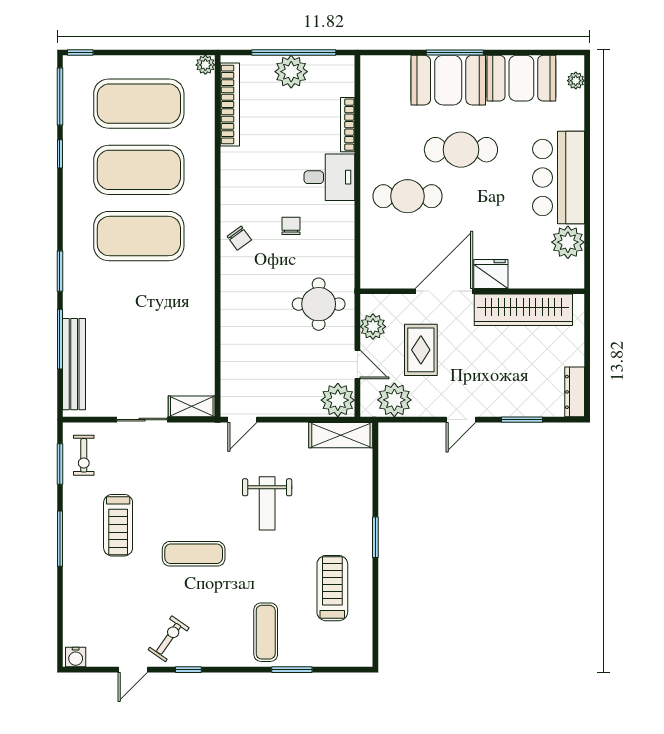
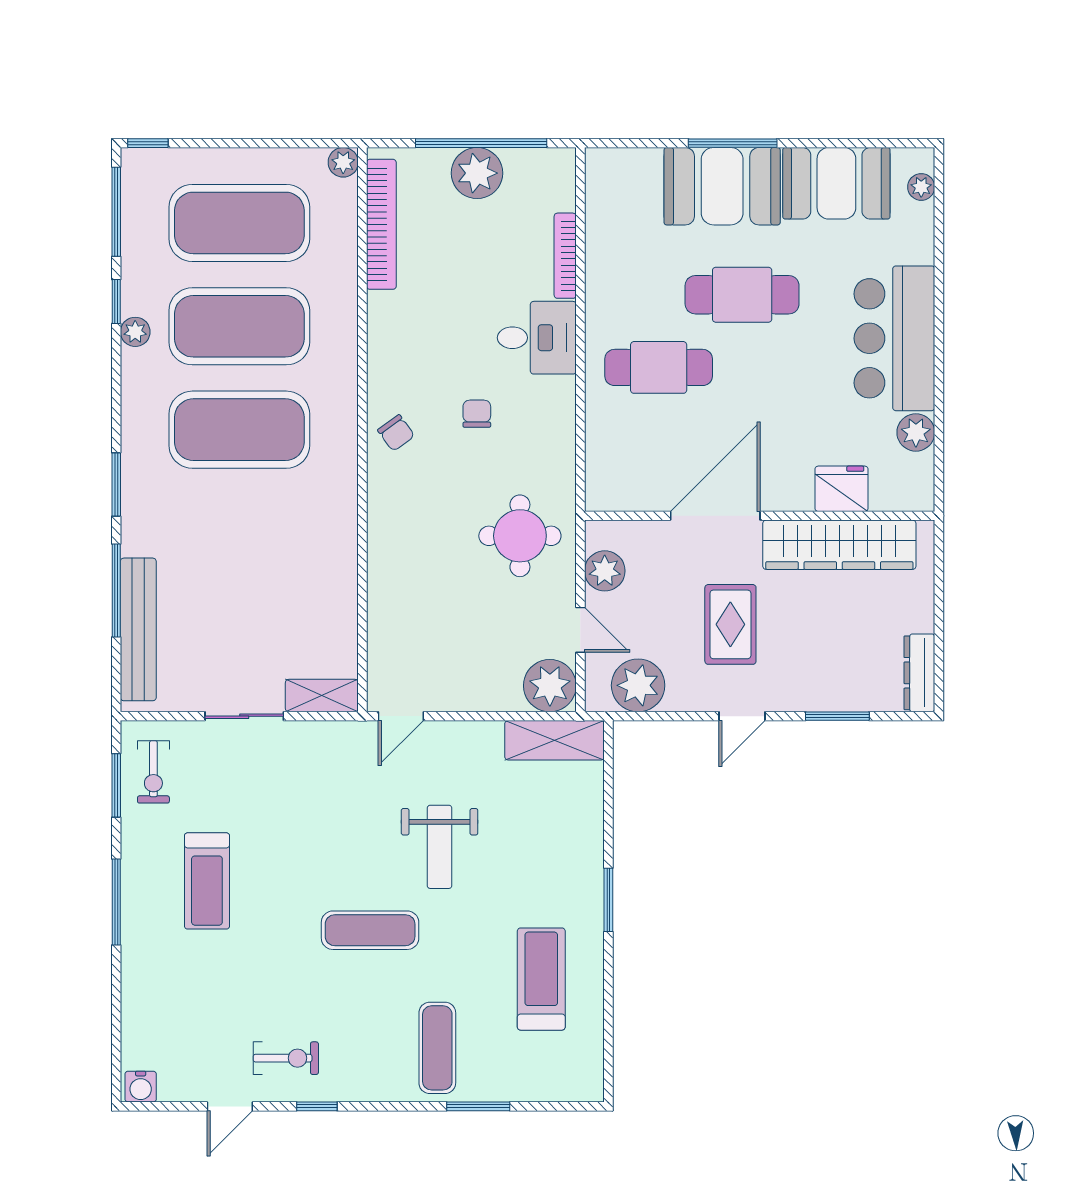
plant: (72, 173) -> (135, 332), added
plant: (568, 242) -> (916, 432), width x0.73, depth x0.73
fridge: (491, 274) -> (842, 489), moved
rug: (421, 350) -> (730, 624), moved
exercise mat: (194, 554) -> (370, 930), moved
exercise bike: (169, 639) -> (286, 1058), turned 55

